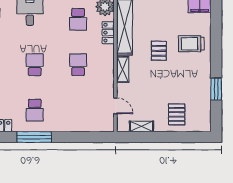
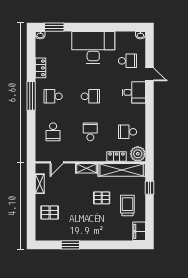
trolley: (191, 44) -> (127, 206), moved
school desk: (78, 65) -> (90, 132), turned -90
school desk: (78, 110) -> (53, 132), added

